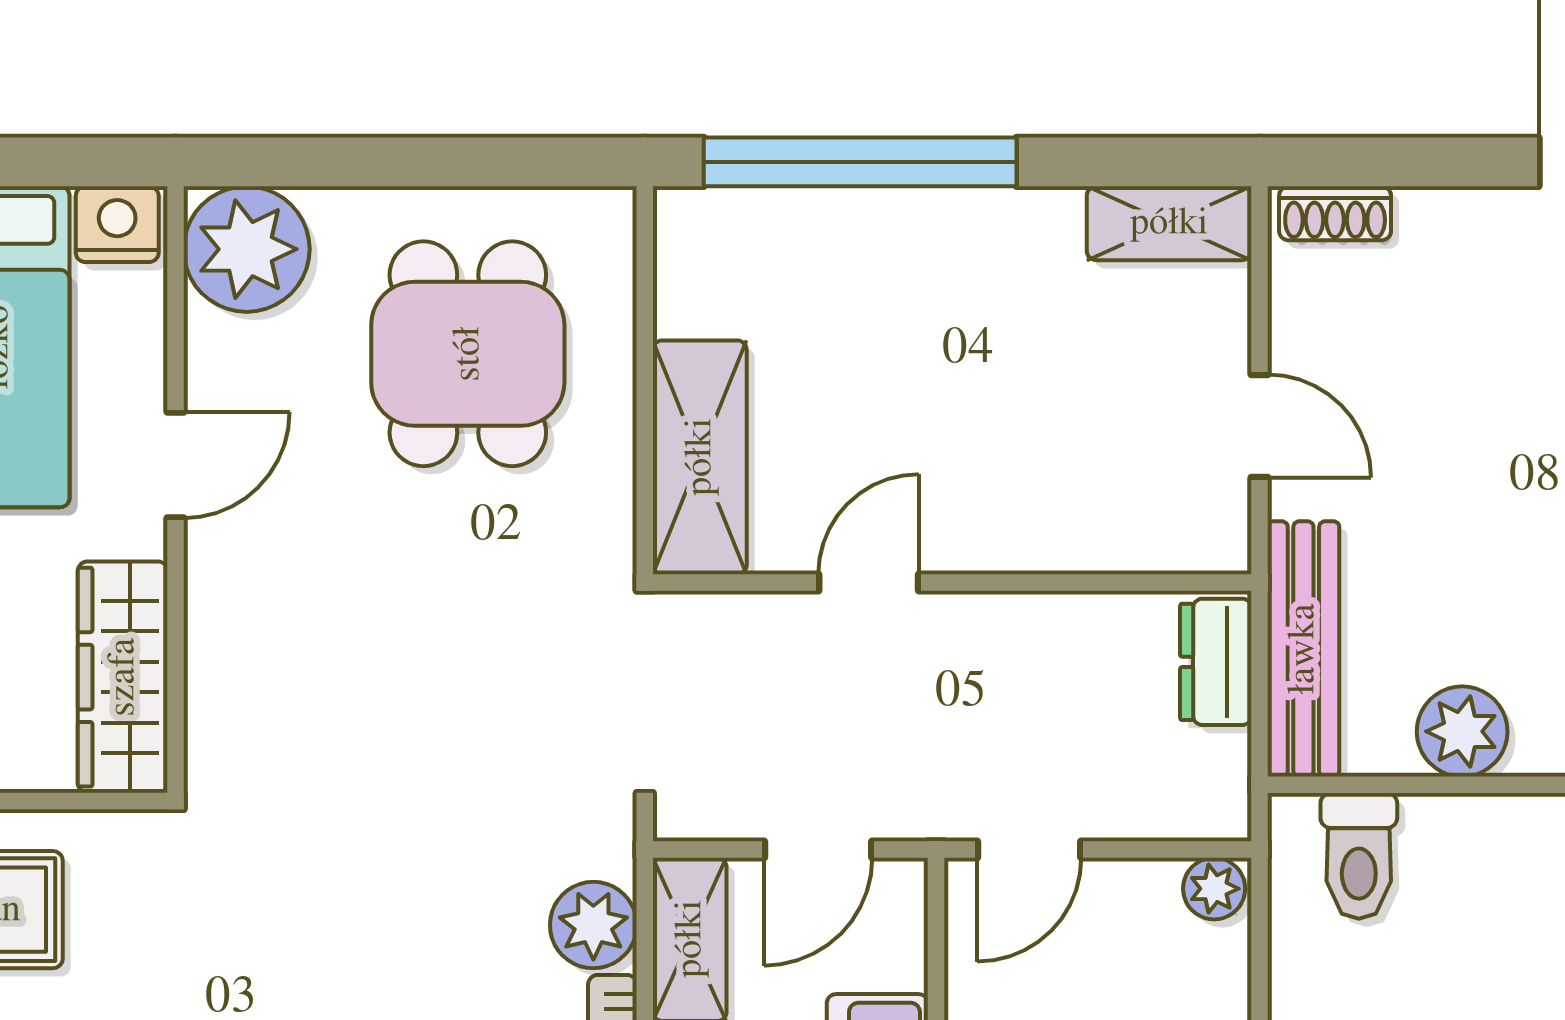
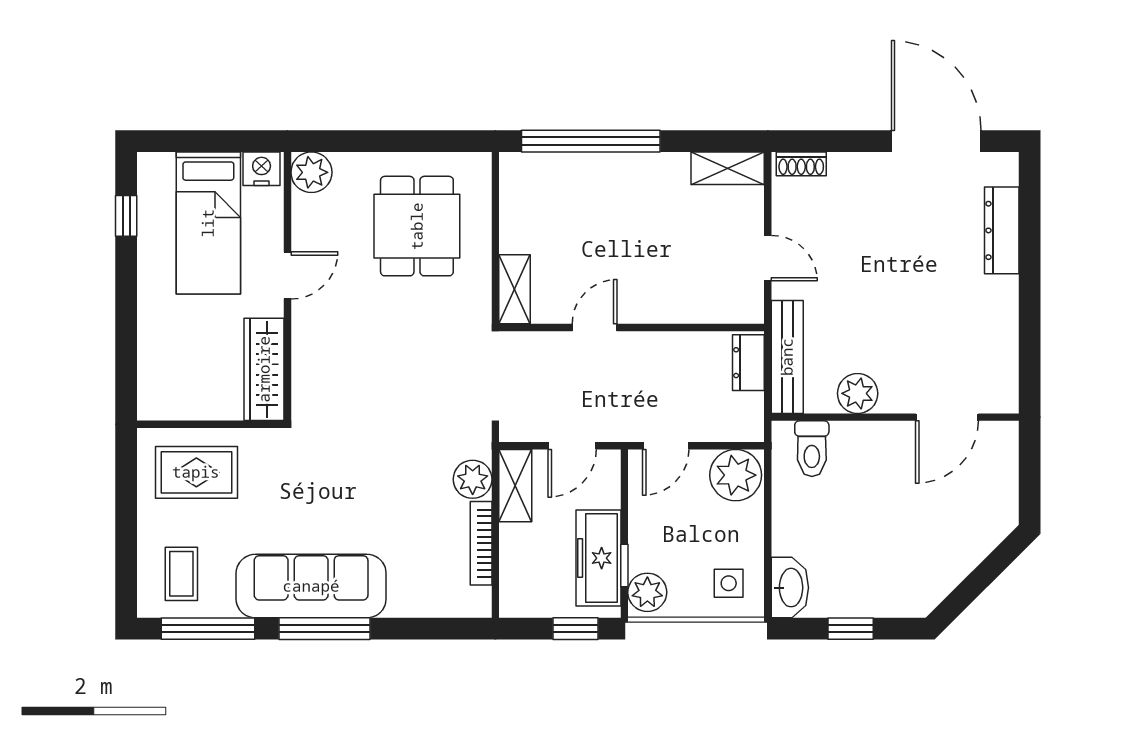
plant: (247, 249) -> (311, 172), width x0.73, depth x0.73
shelving: (700, 457) -> (515, 289), width x0.67, depth x0.75
plant: (1214, 889) -> (736, 475), width x1.88, depth x1.88

